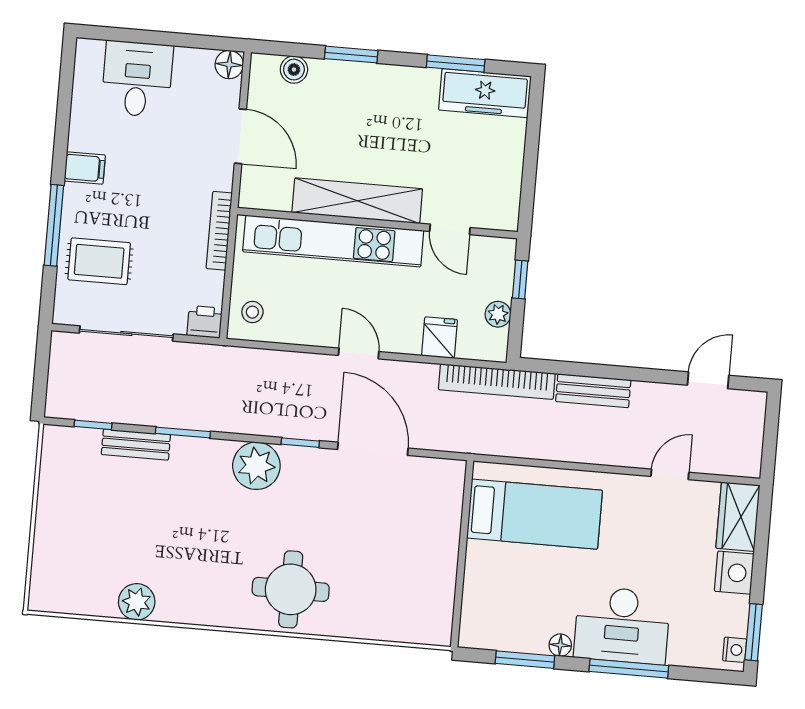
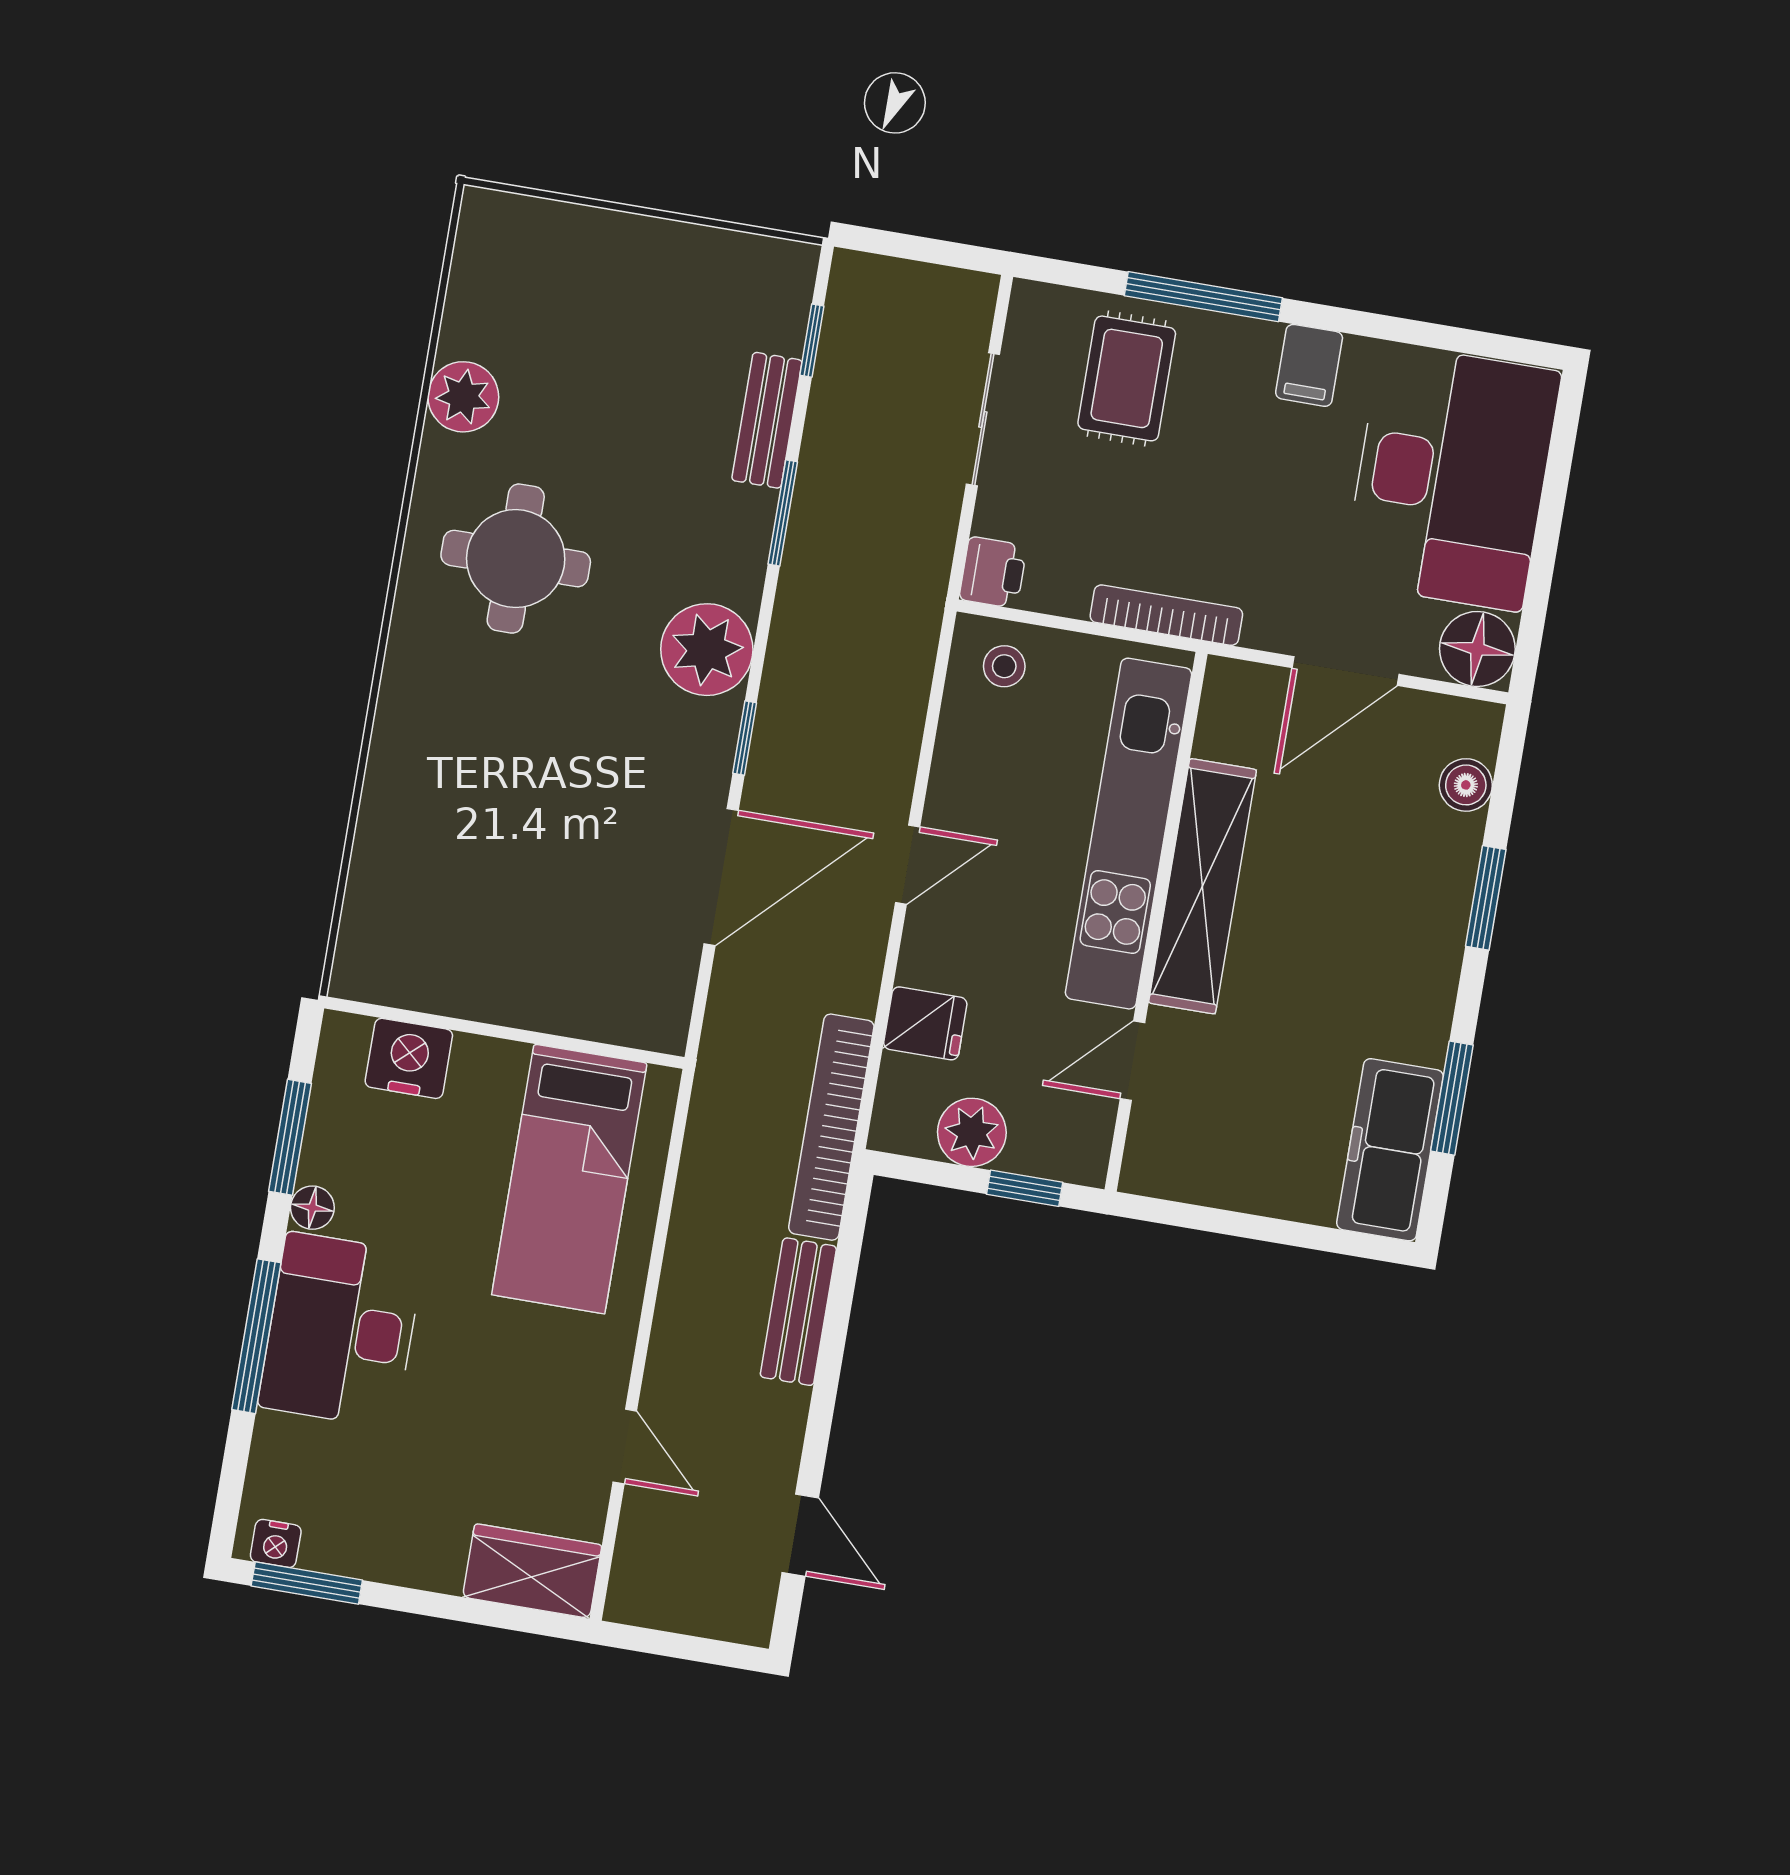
floor lamp: (229, 65) -> (1477, 649), width x1.38, depth x1.38
desk: (137, 79) -> (1452, 477), width x1.87, depth x1.30
plant: (498, 314) -> (972, 1132), width x1.38, depth x1.38
sliding door: (126, 333) -> (983, 419), width x0.73
nightstand: (734, 573) -> (409, 1058), moved, turned 180
round table: (291, 589) -> (516, 559), moved

